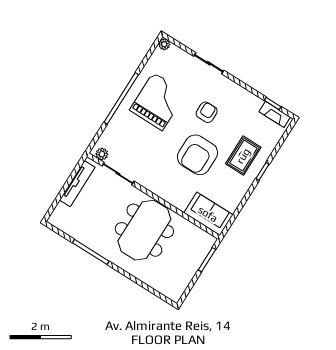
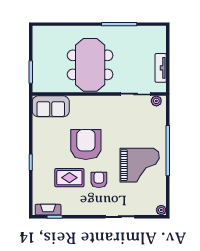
grand piano: (158, 102) -> (140, 165), turned -90
armchair: (207, 112) -> (99, 180), turned 180
rug: (243, 156) -> (69, 178), moved, turned 90
tv unit: (77, 184) -> (161, 68), width x0.71

